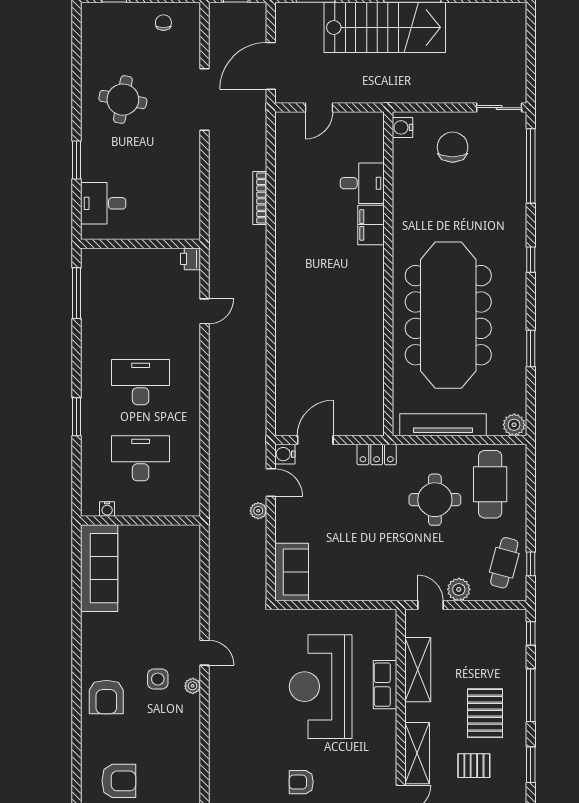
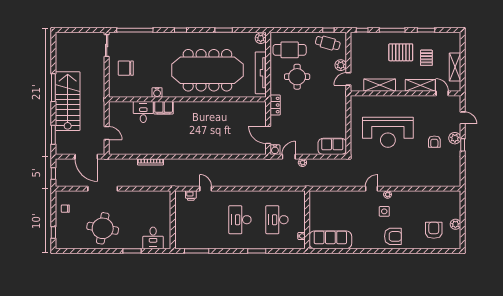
round table: (123, 100) -> (103, 228), width x1.36, depth x1.36
water cooler: (403, 127) -> (157, 92), moved
printer: (190, 259) -> (191, 195), moved
row of seats: (385, 685) -> (387, 101), removed

